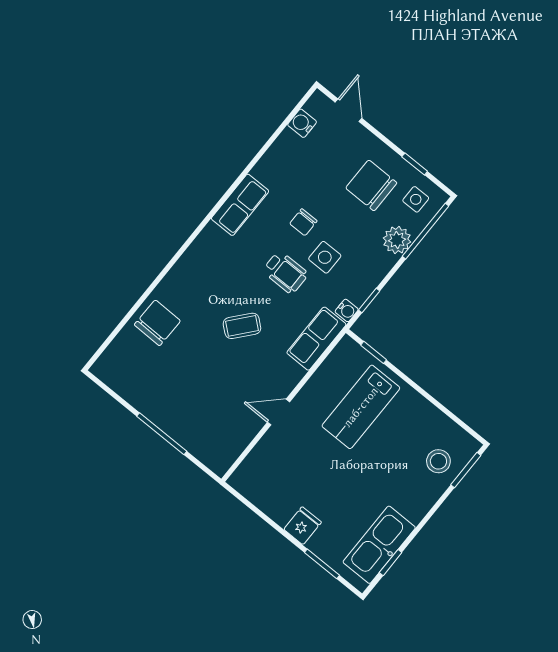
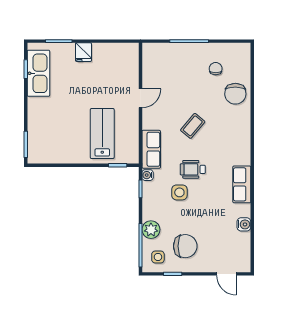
water cooler: (302, 123) -> (244, 224), moved
chair: (303, 222) -> (216, 69), moved
stool: (438, 461) -> (43, 138), removed

